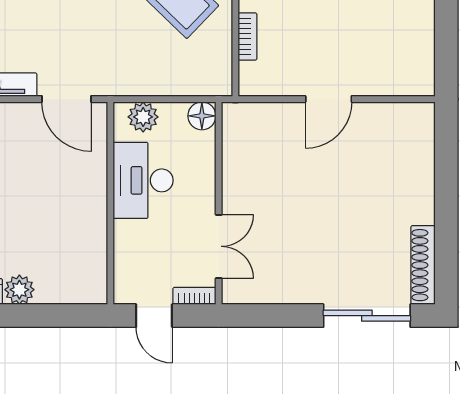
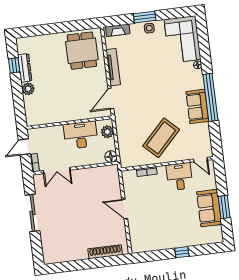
shoe rack: (423, 265) -> (105, 252), moved
sliding door: (367, 316) -> (33, 213), moved

